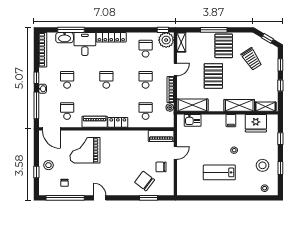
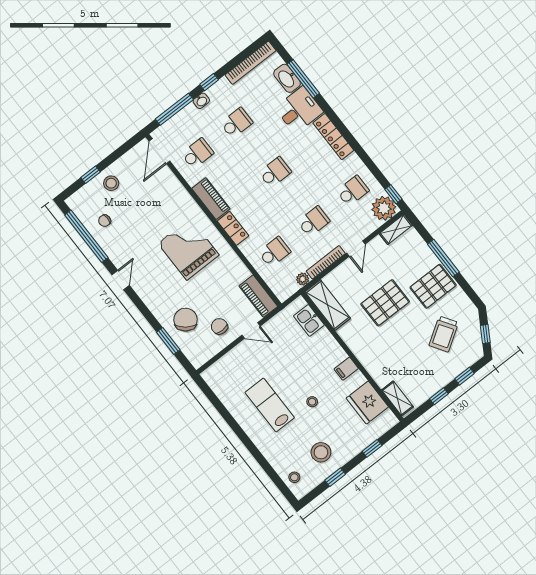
door: (175, 69) -> (356, 249), hinge flipped
shelving: (239, 105) -> (373, 364), removed
grand piano: (85, 150) -> (188, 249), moved

